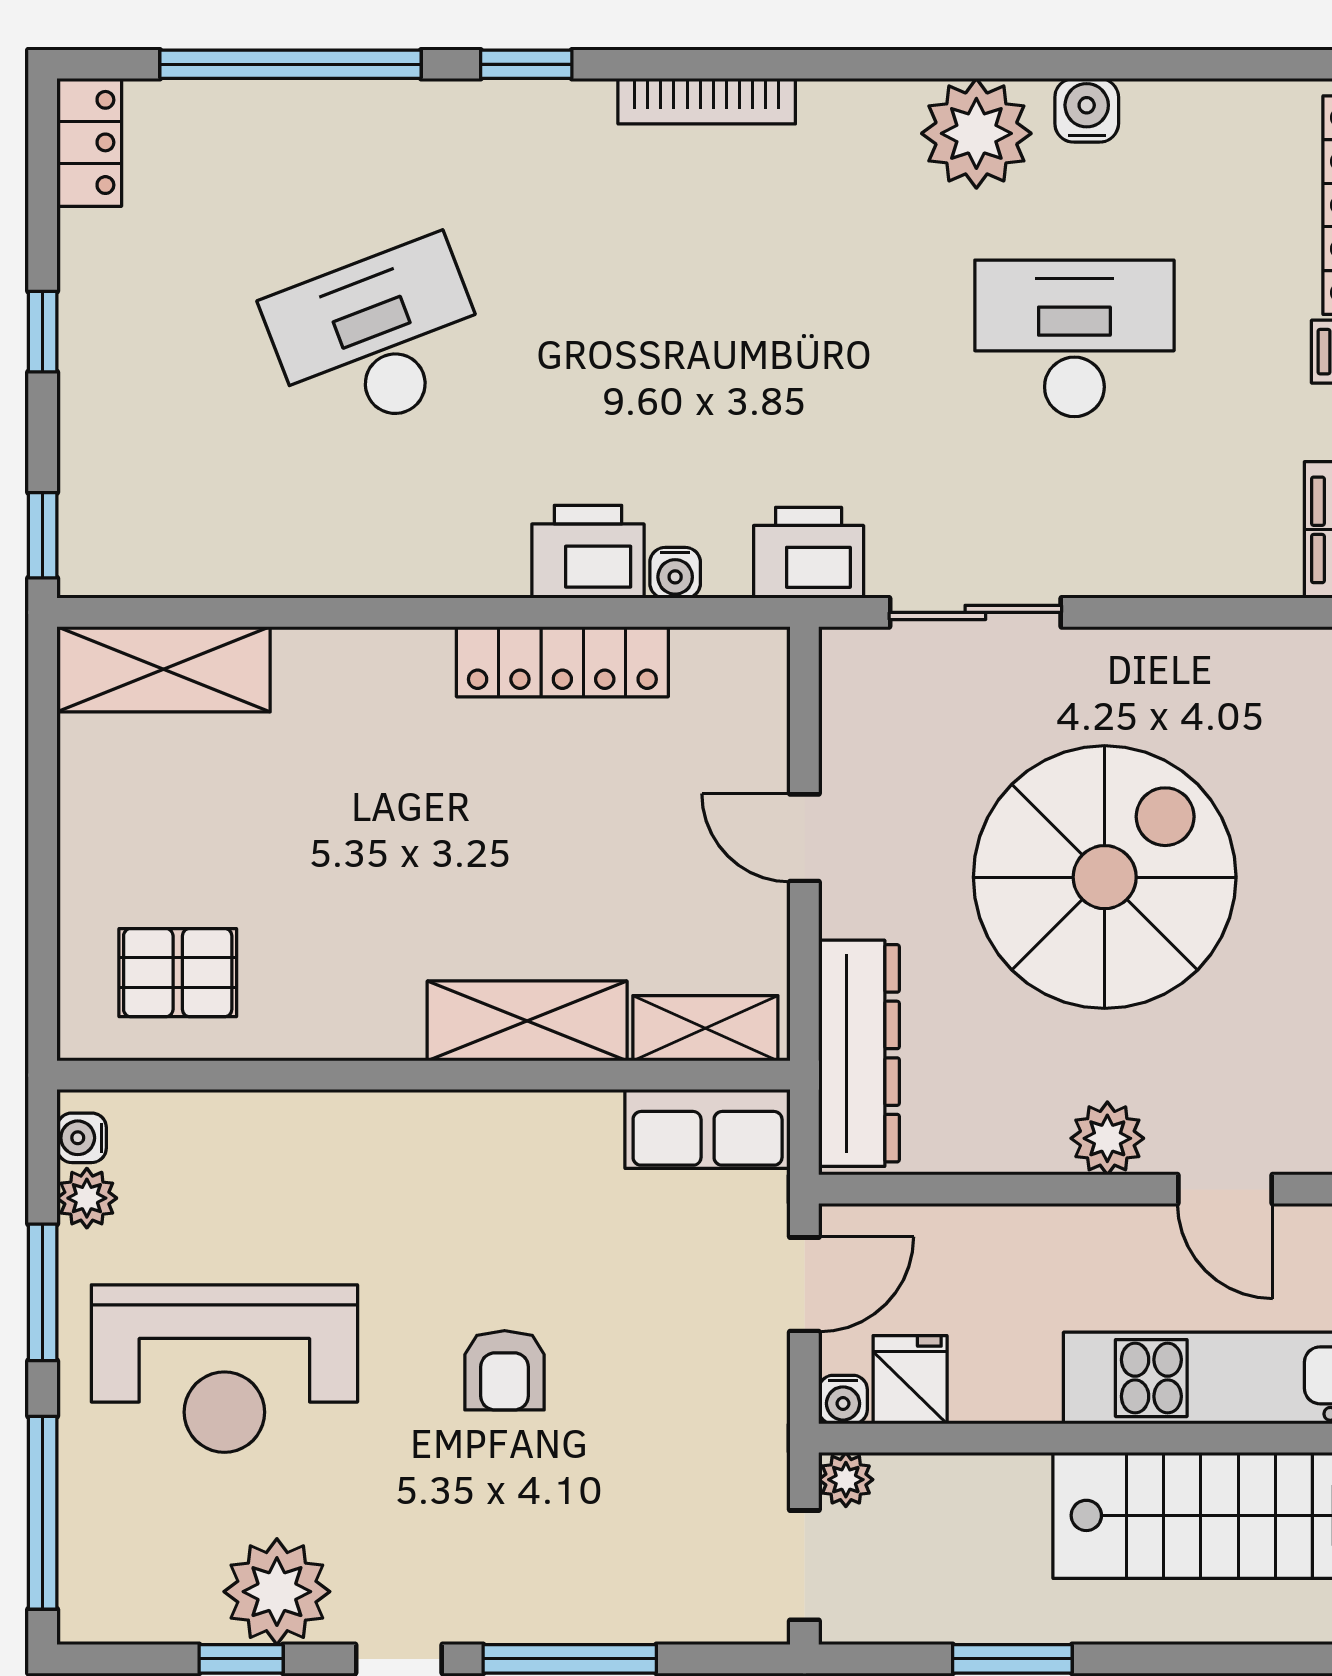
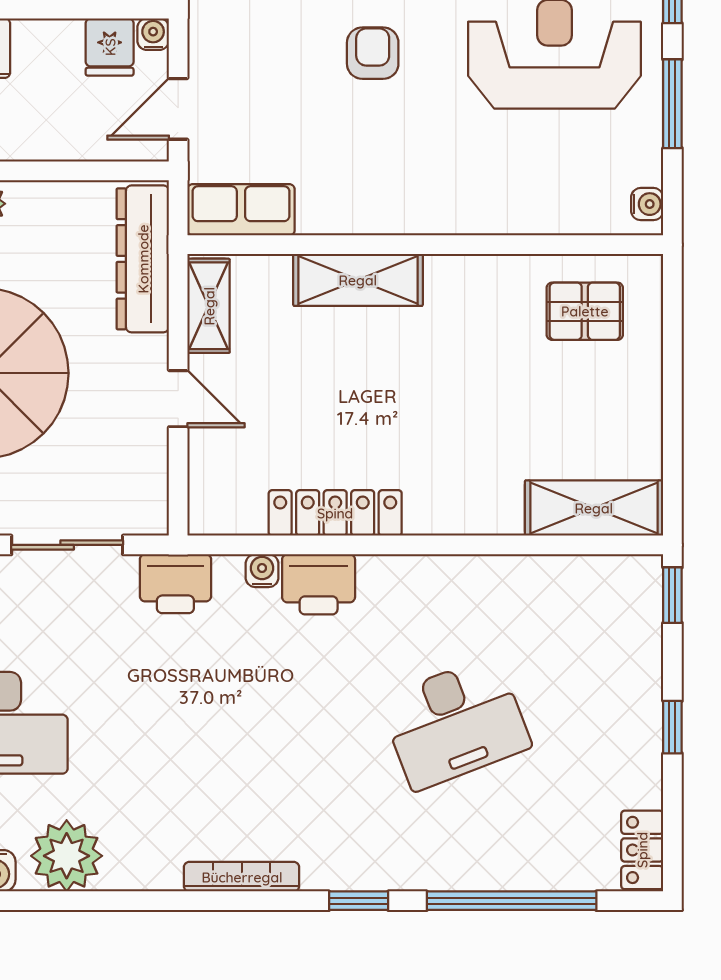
shelving: (705, 1028) -> (209, 306), moved, turned 90
plant: (87, 1198) -> (644, 165), removed

